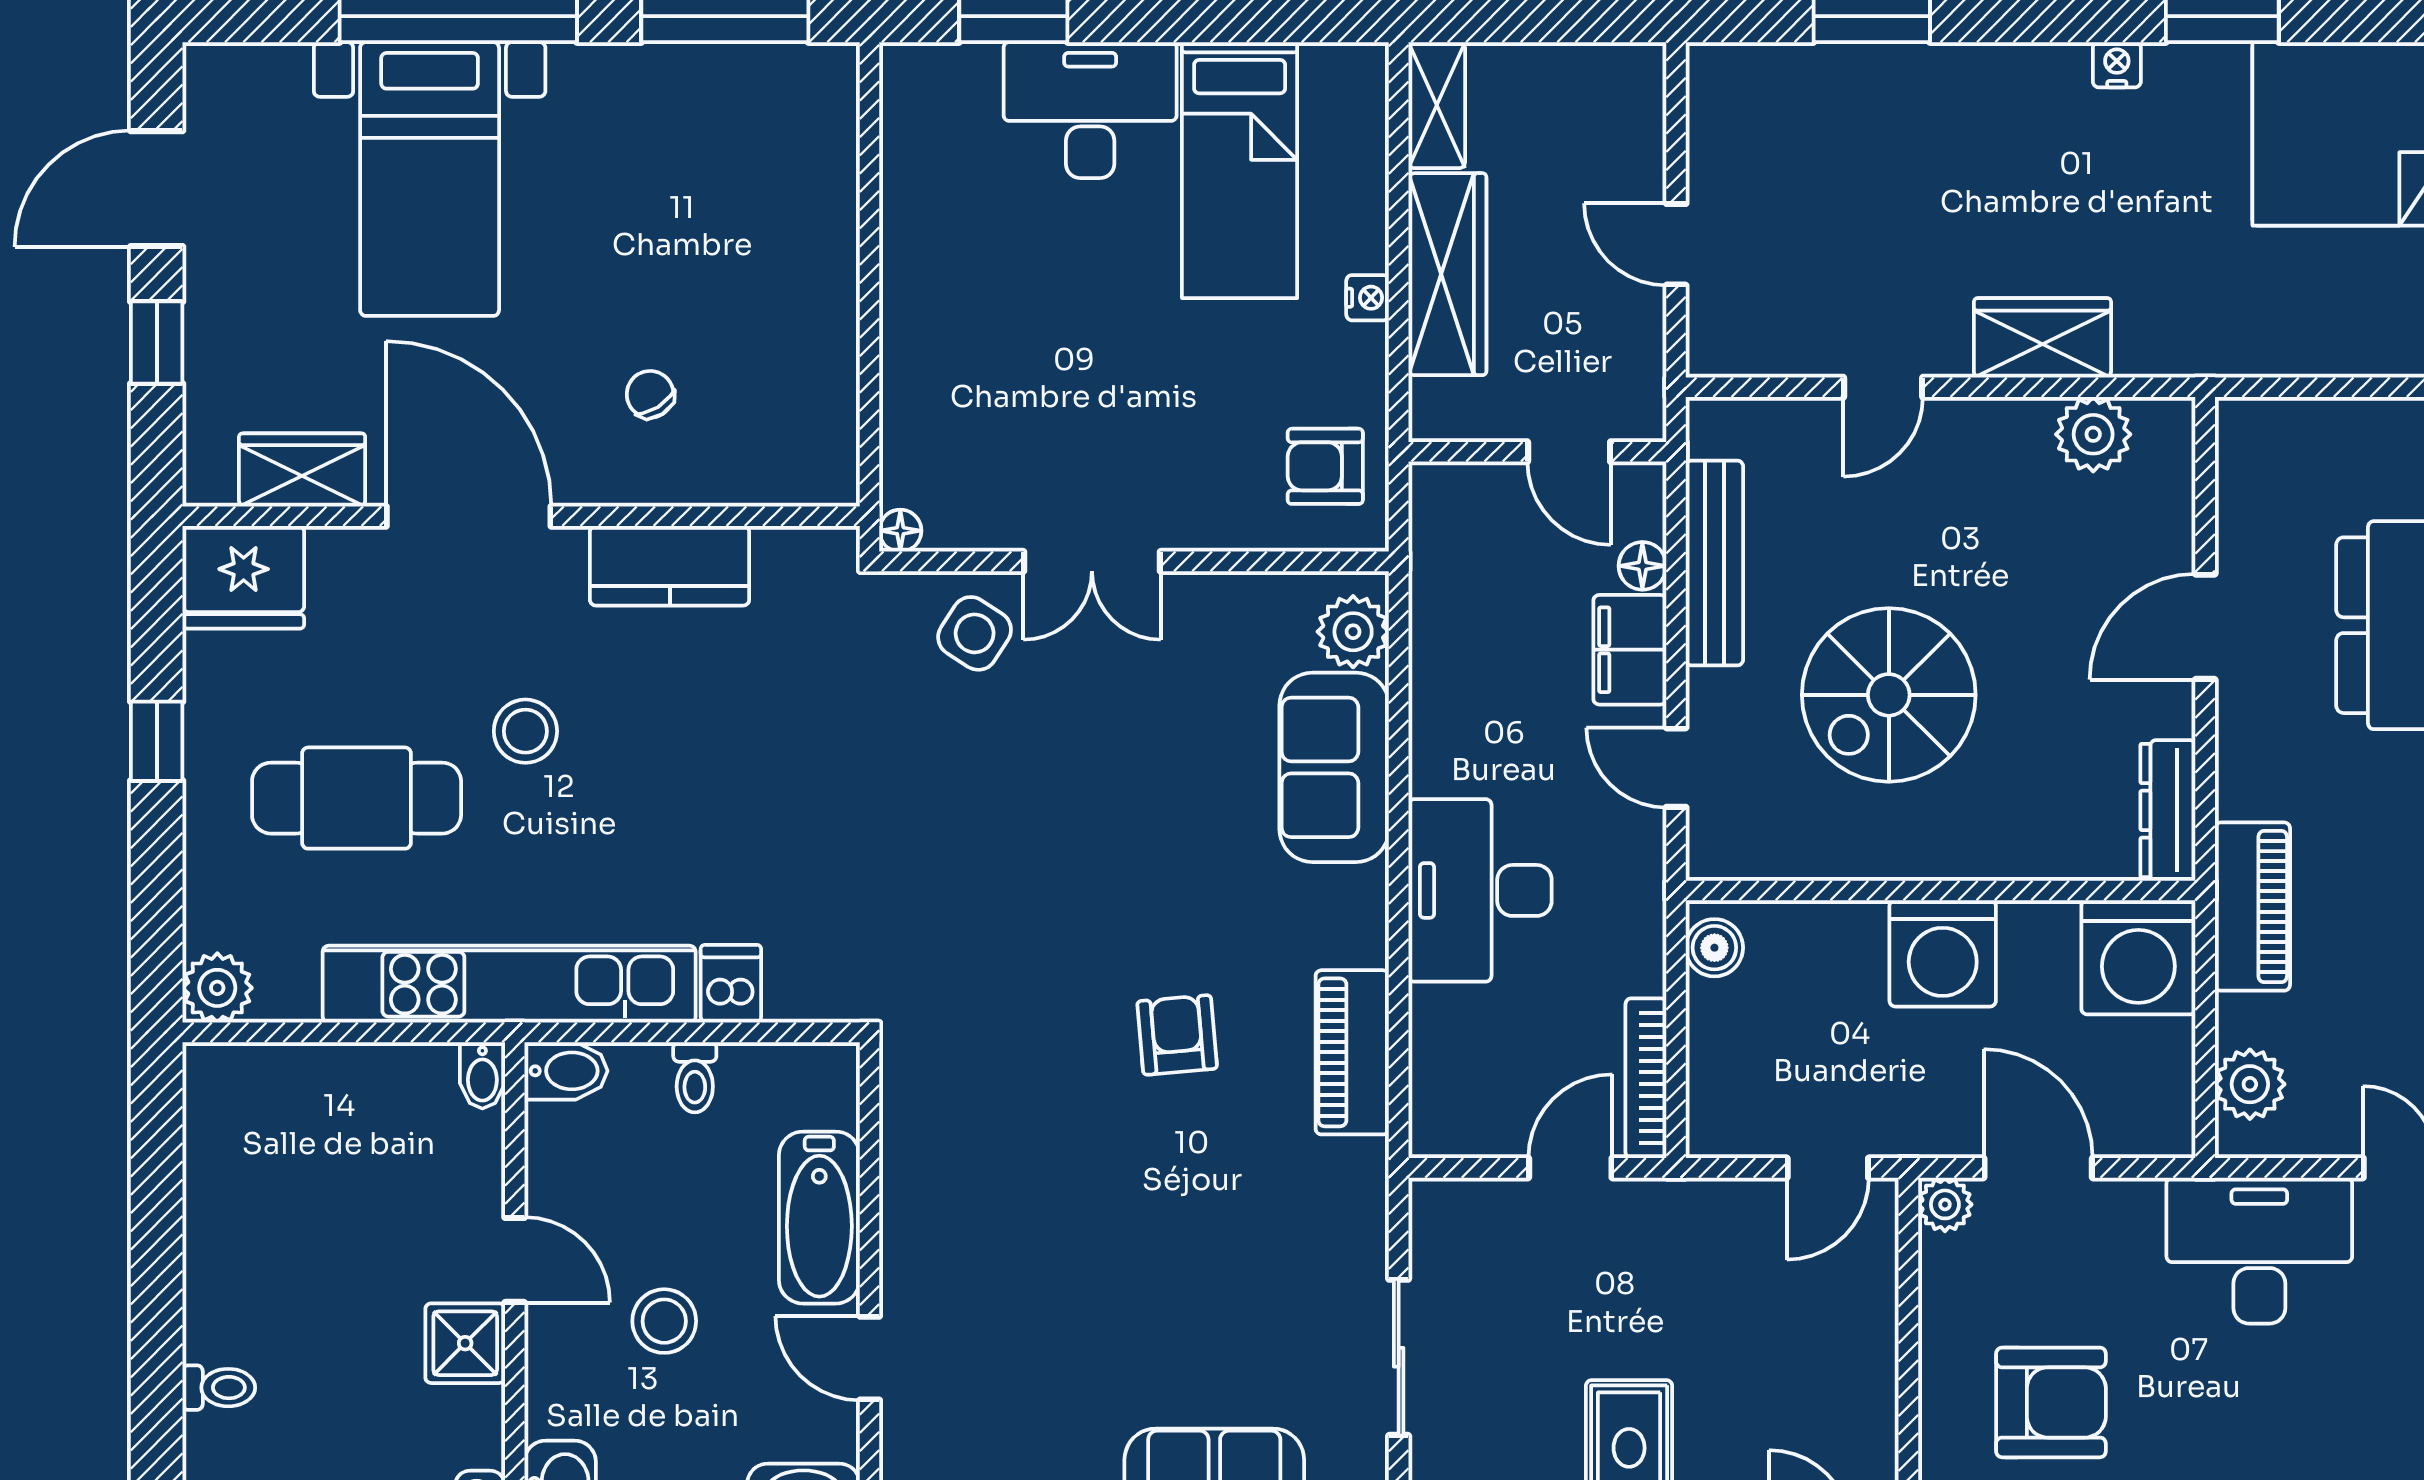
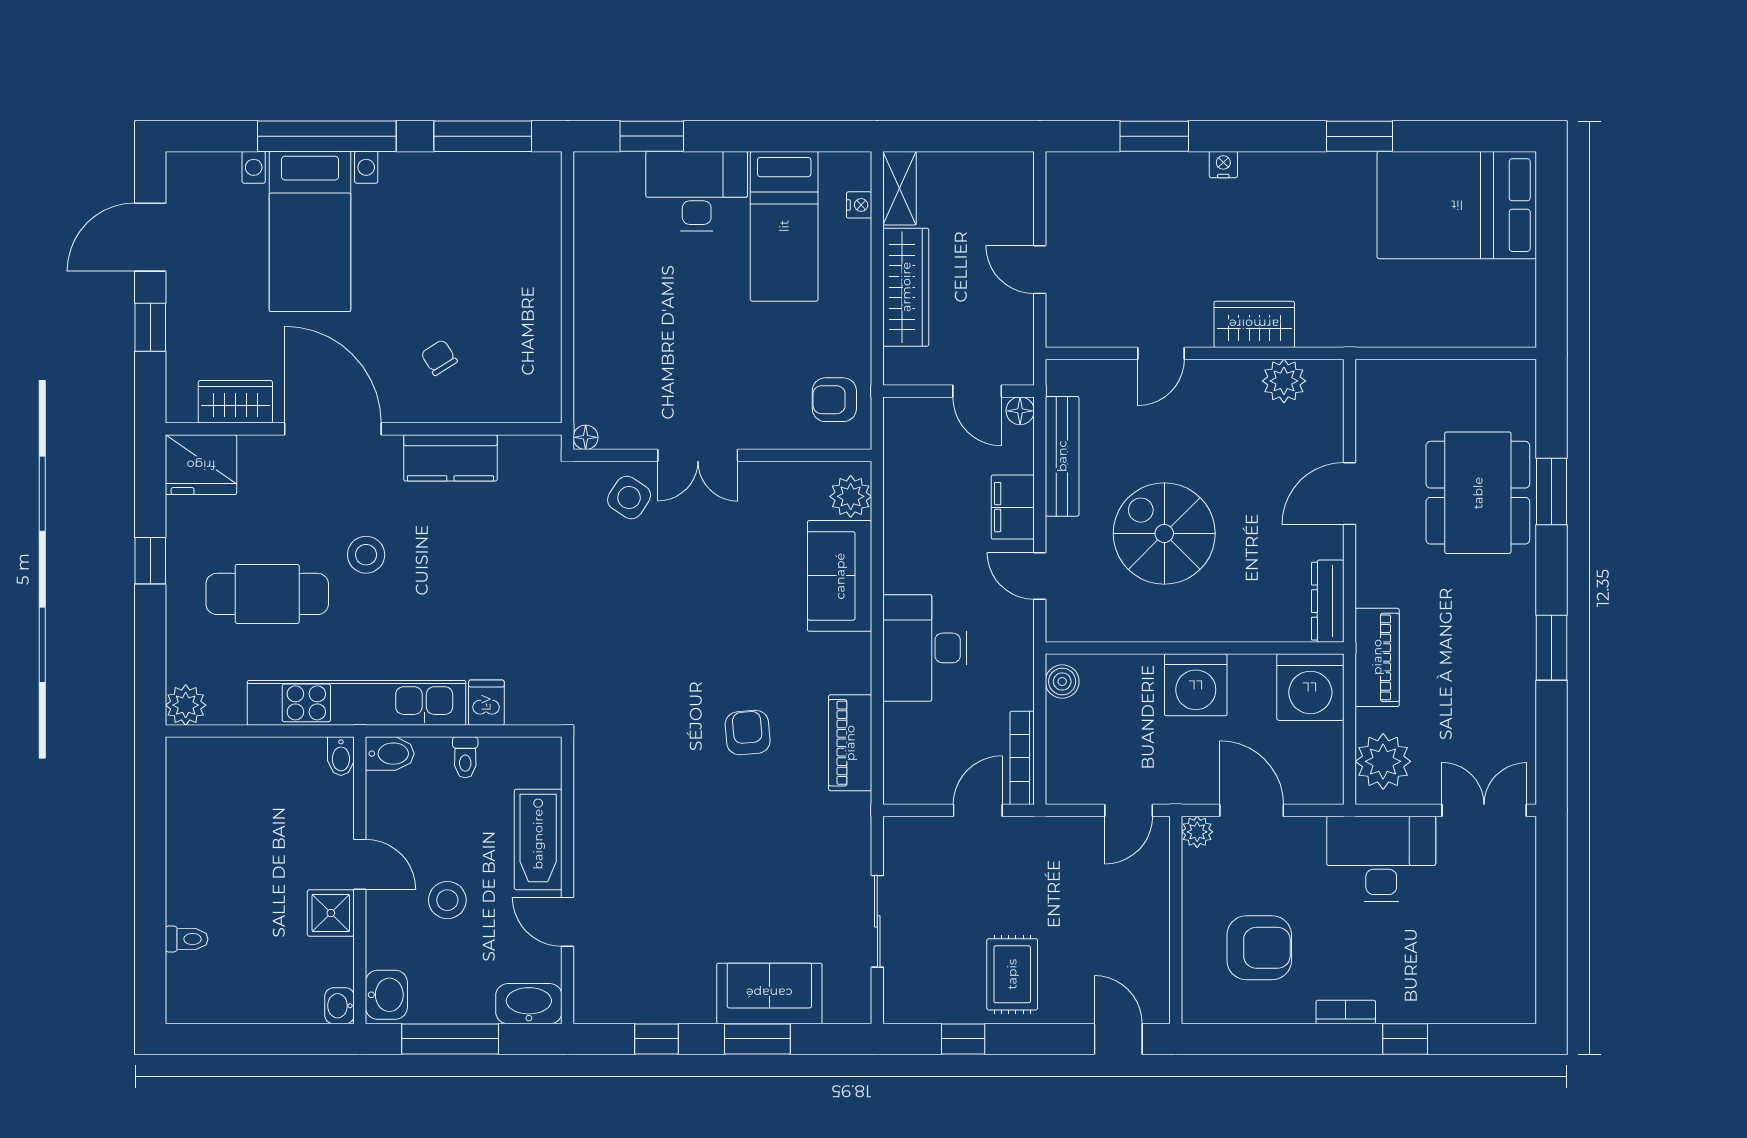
nightstand: (2117, 65) -> (1223, 165), moved
nightstand: (1368, 298) -> (859, 205), moved
floor lamp: (1642, 566) -> (1020, 411), moved
spiral stairs: (1889, 695) -> (1164, 533), turned 90
plant: (2250, 1084) -> (1383, 761), width x1.36, depth x1.36

